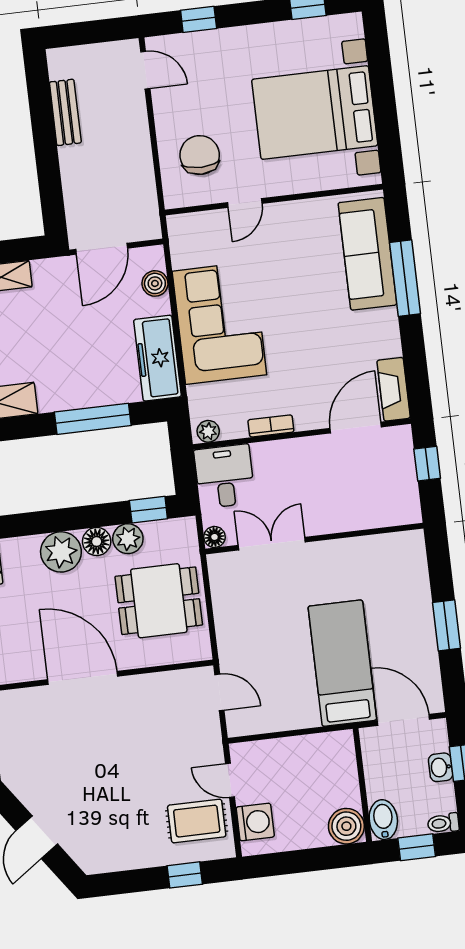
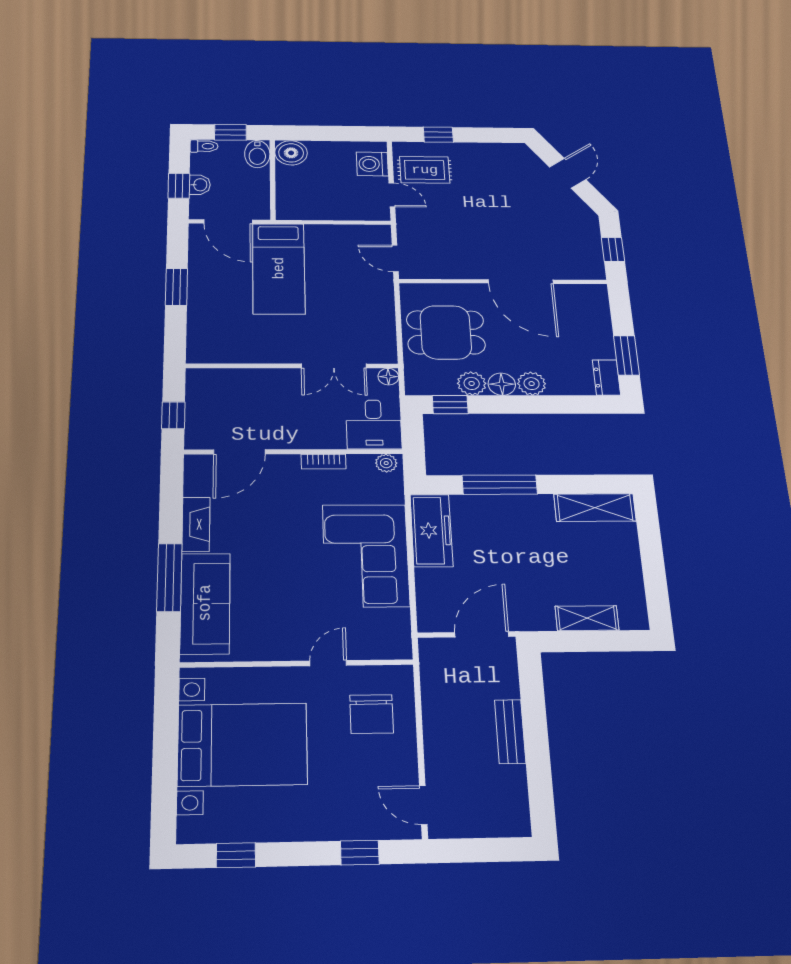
bench: (65, 112) -> (510, 732), moved
boiler: (155, 283) -> (429, 597), removed
fireplace: (394, 389) -> (196, 524), moved
plant: (61, 552) -> (532, 384), width x0.73, depth x0.73

